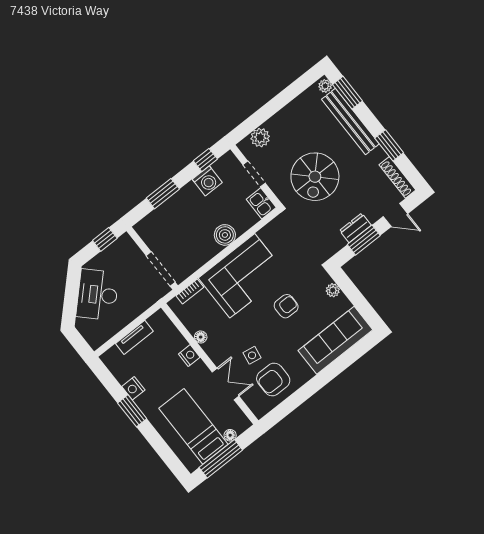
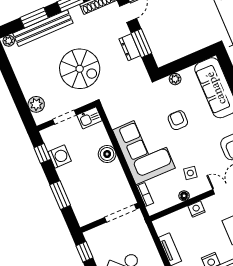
window: (348, 93) -> (34, 18), moved
side table: (252, 355) -> (190, 173), moved

